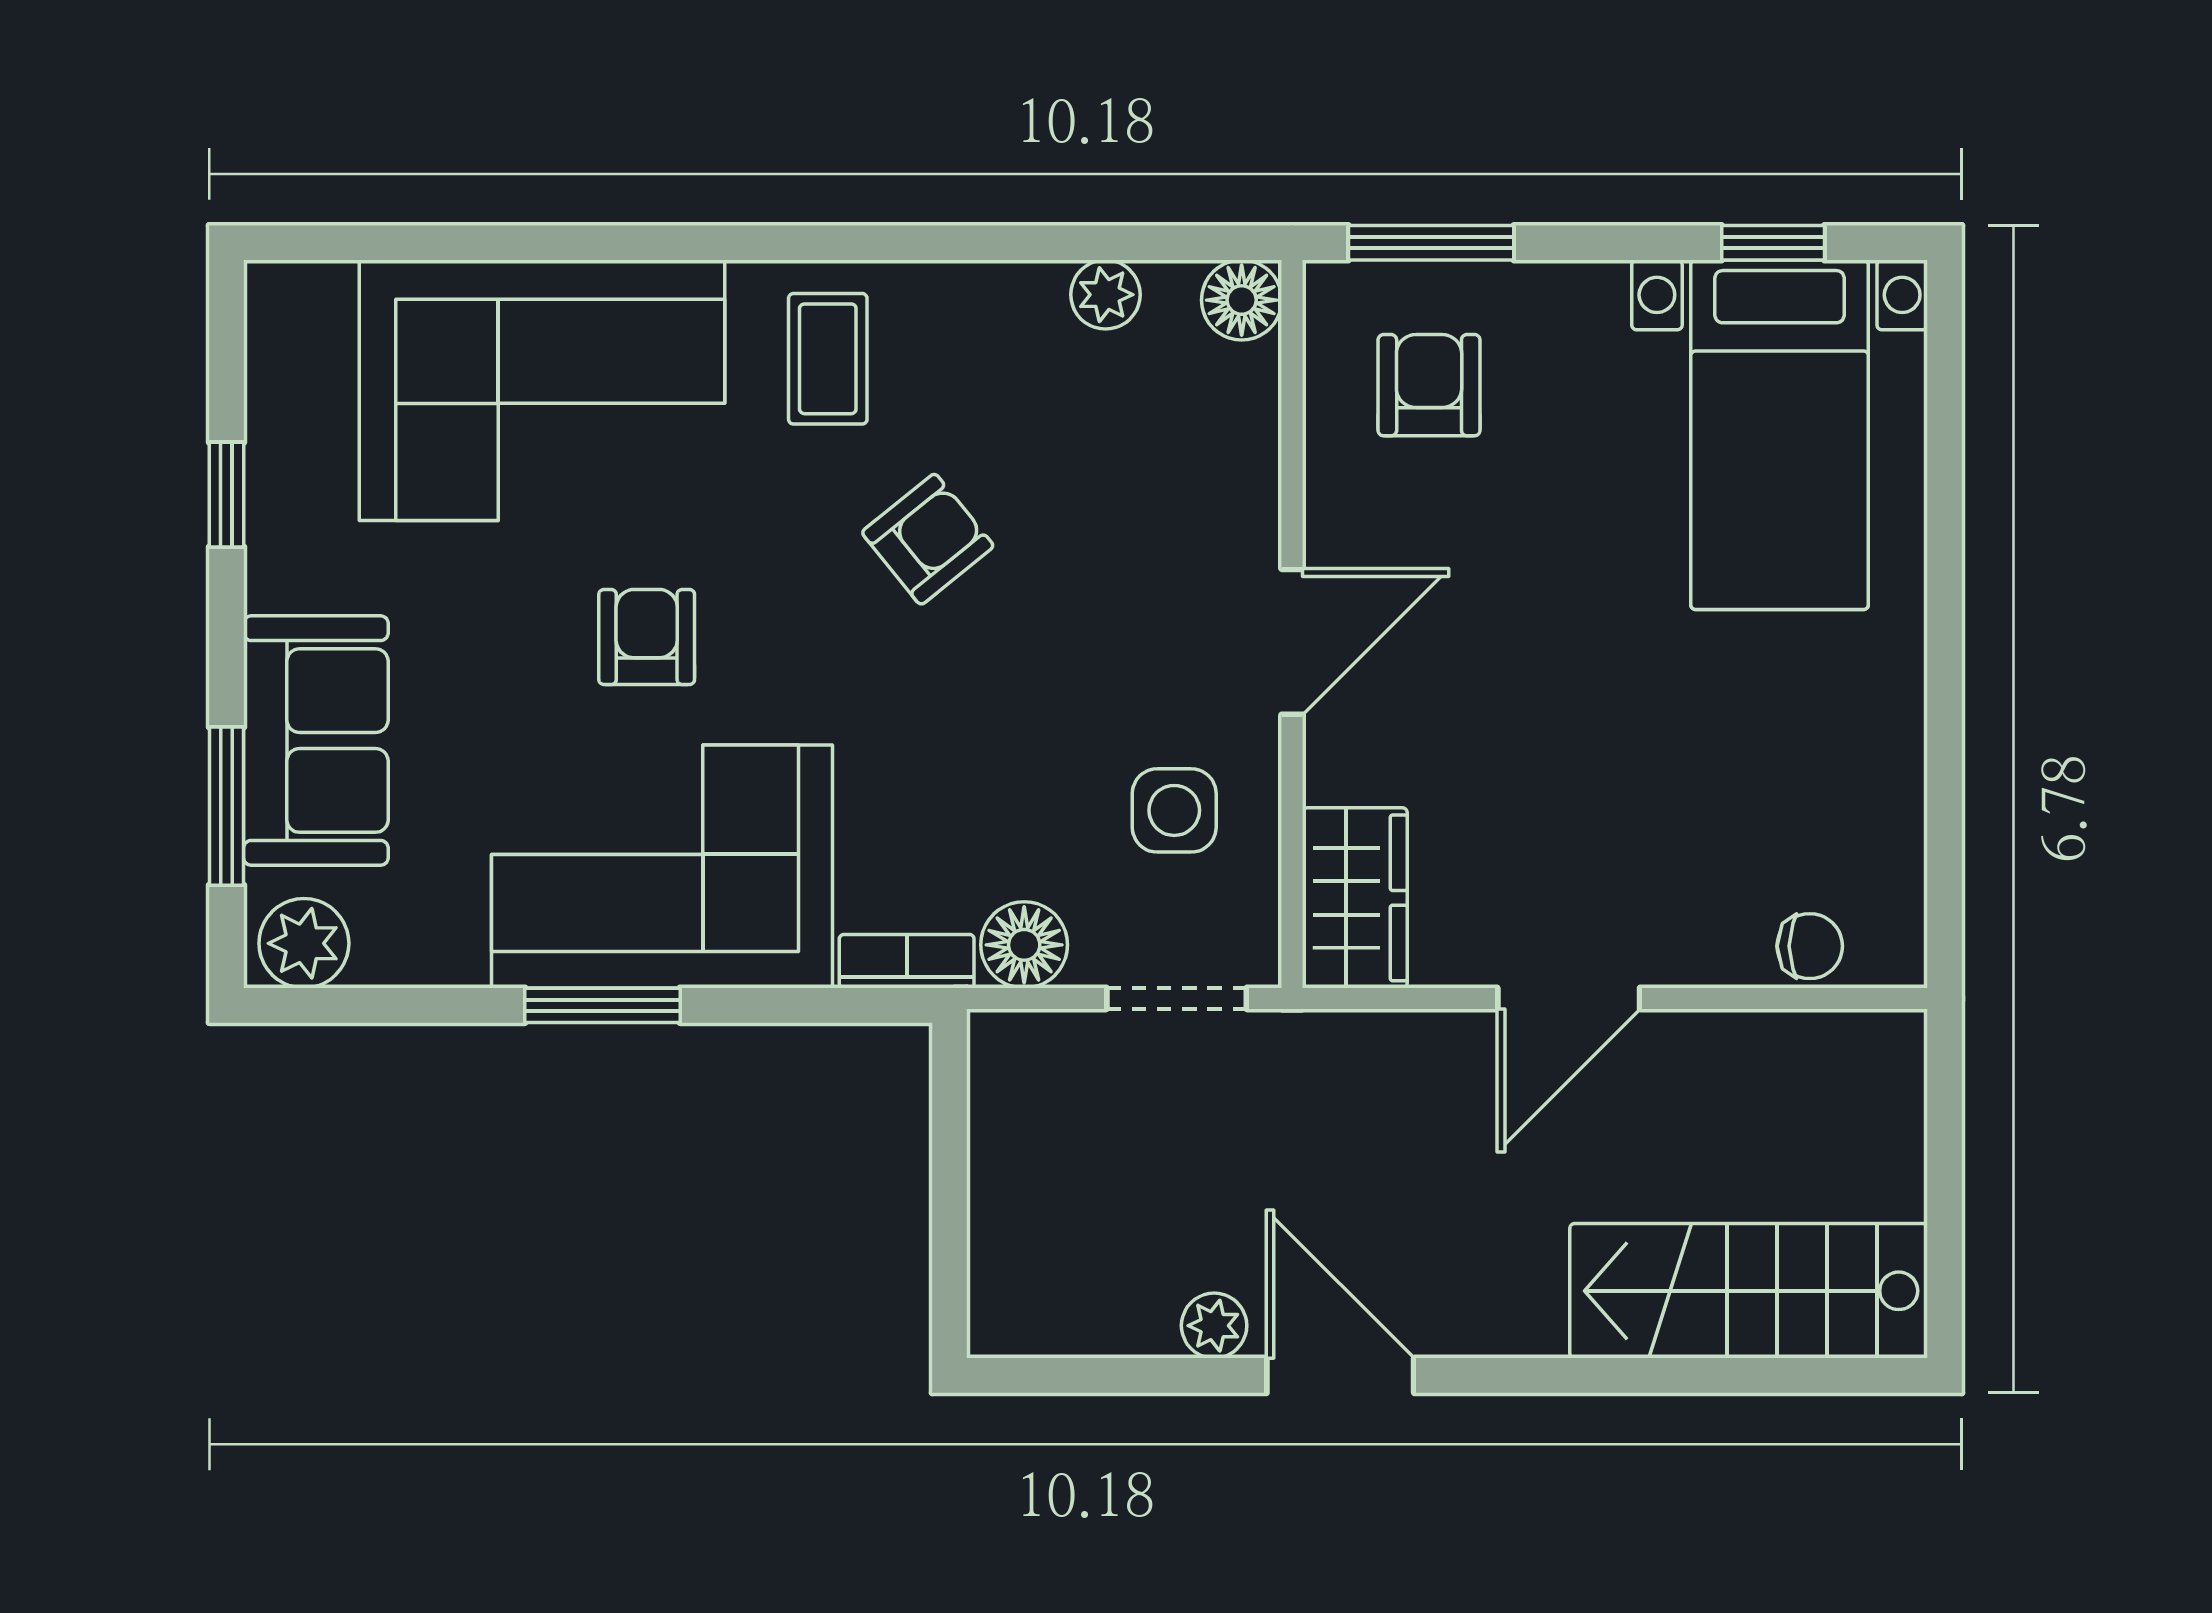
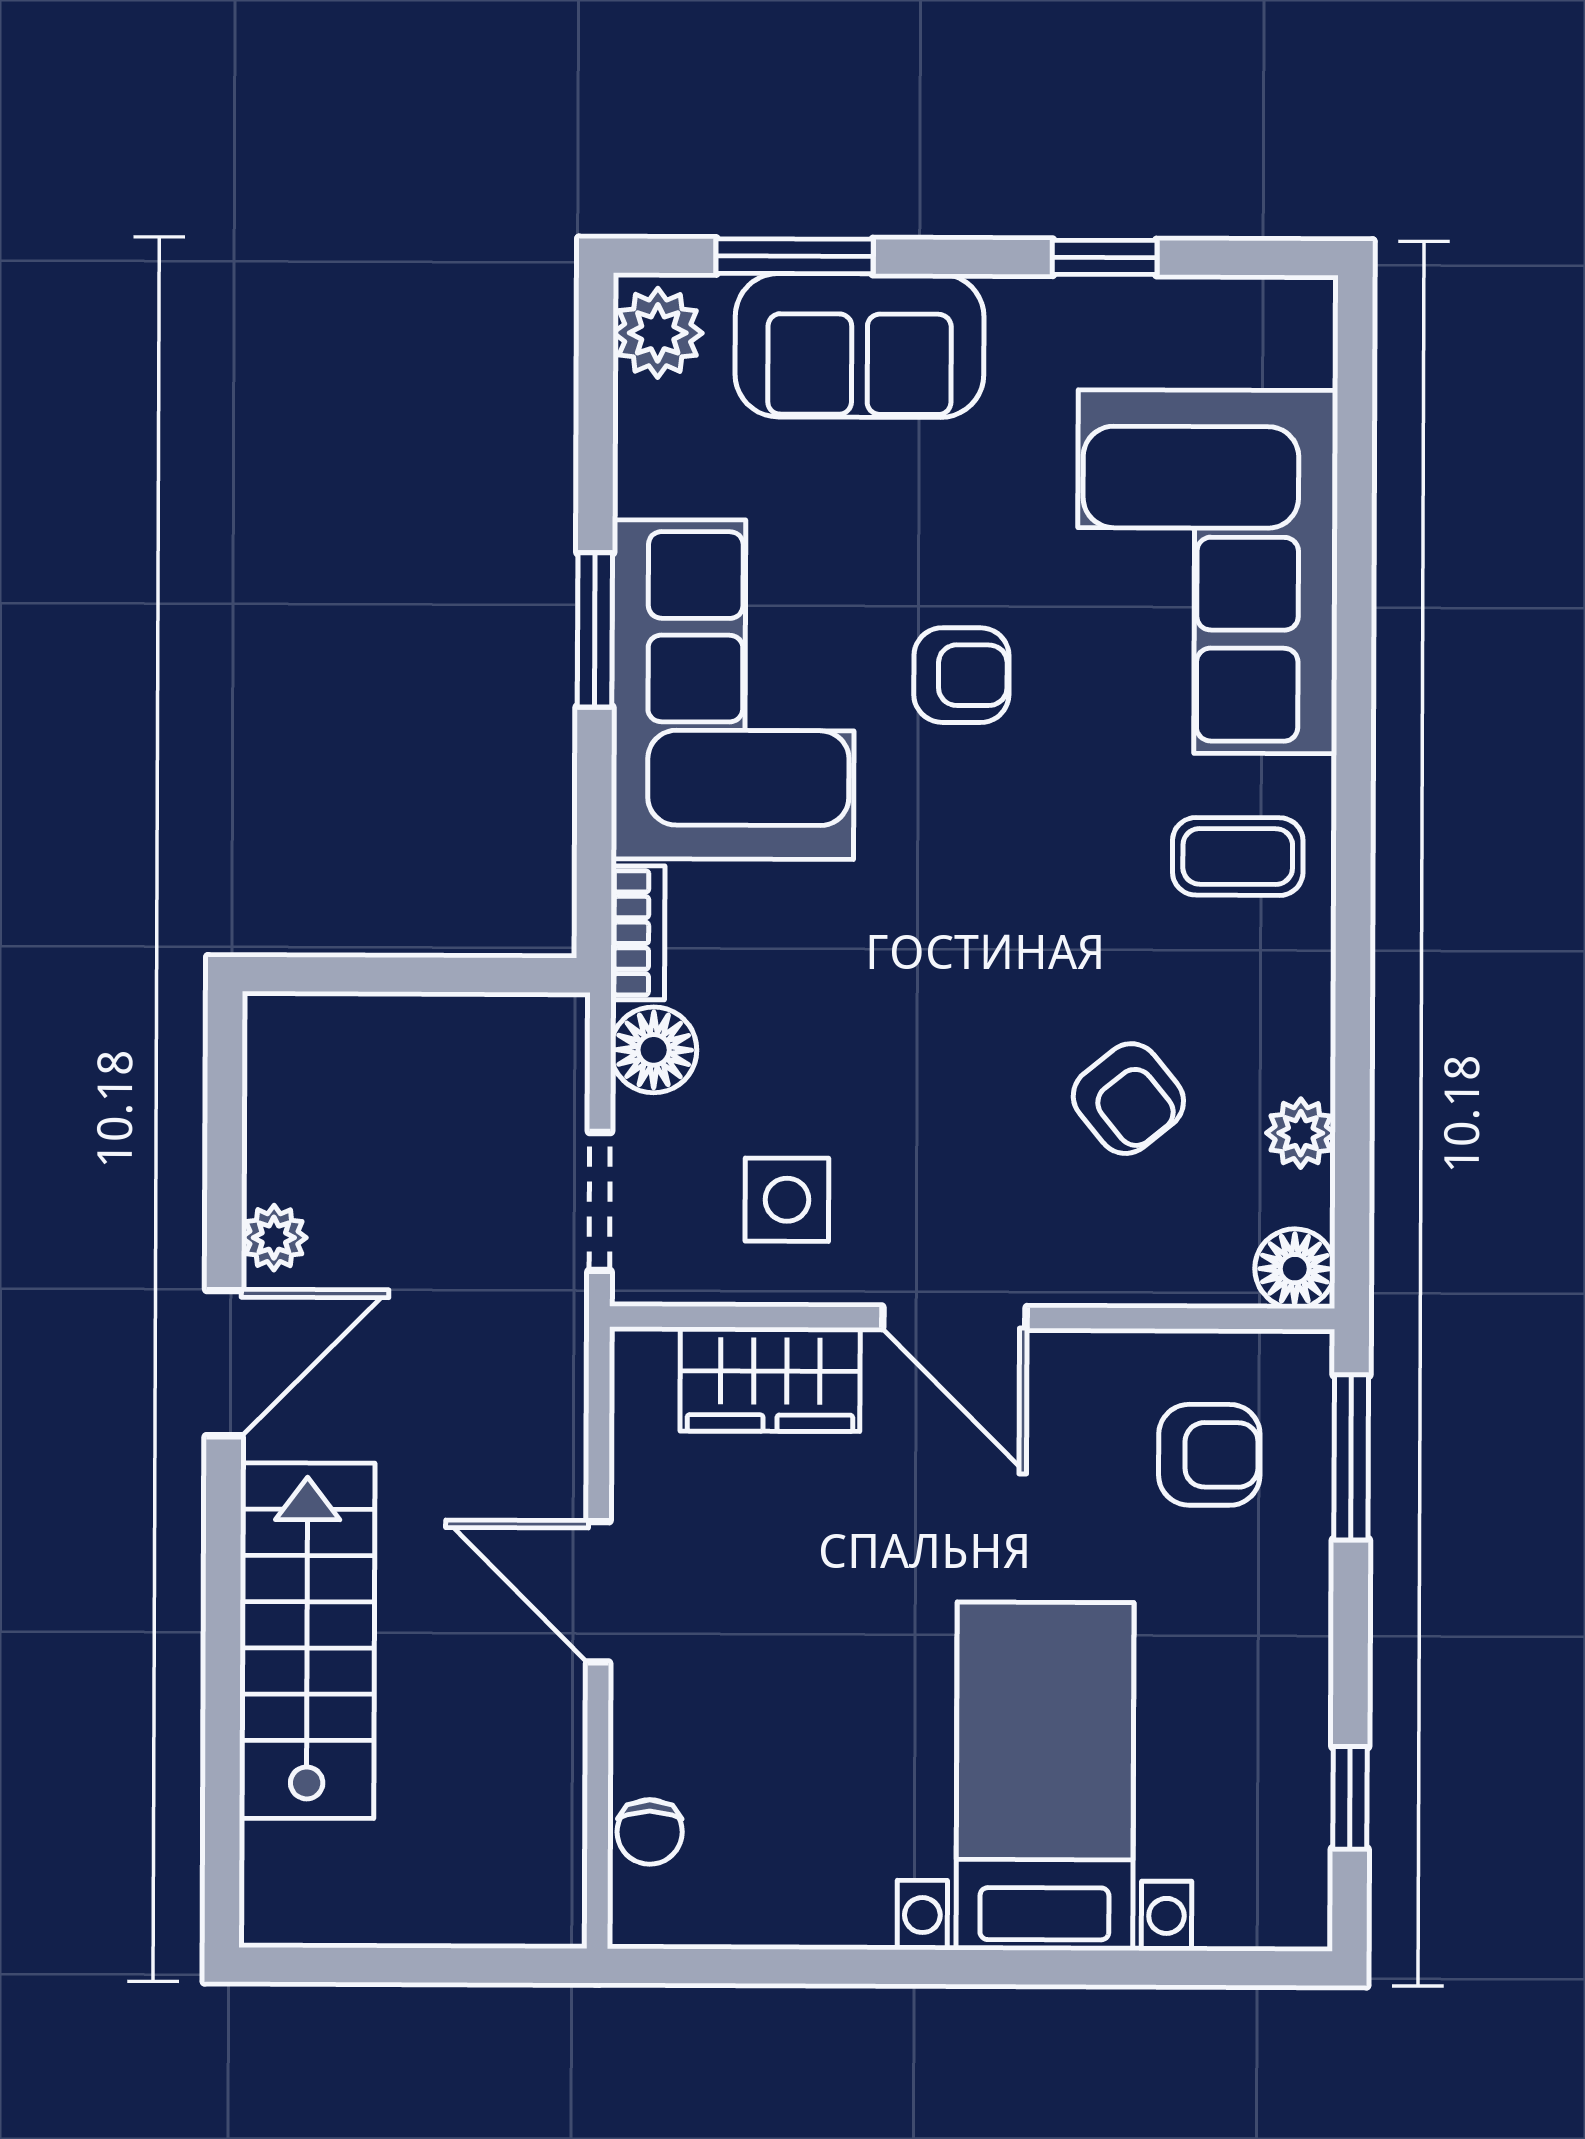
bed with nightstands: (1780, 435) -> (1045, 1776), moved, turned 90
armchair: (928, 539) -> (1128, 1099), moved
wardrobe: (1355, 898) -> (770, 1379), moved
stairs: (1749, 1291) -> (307, 1641), moved

